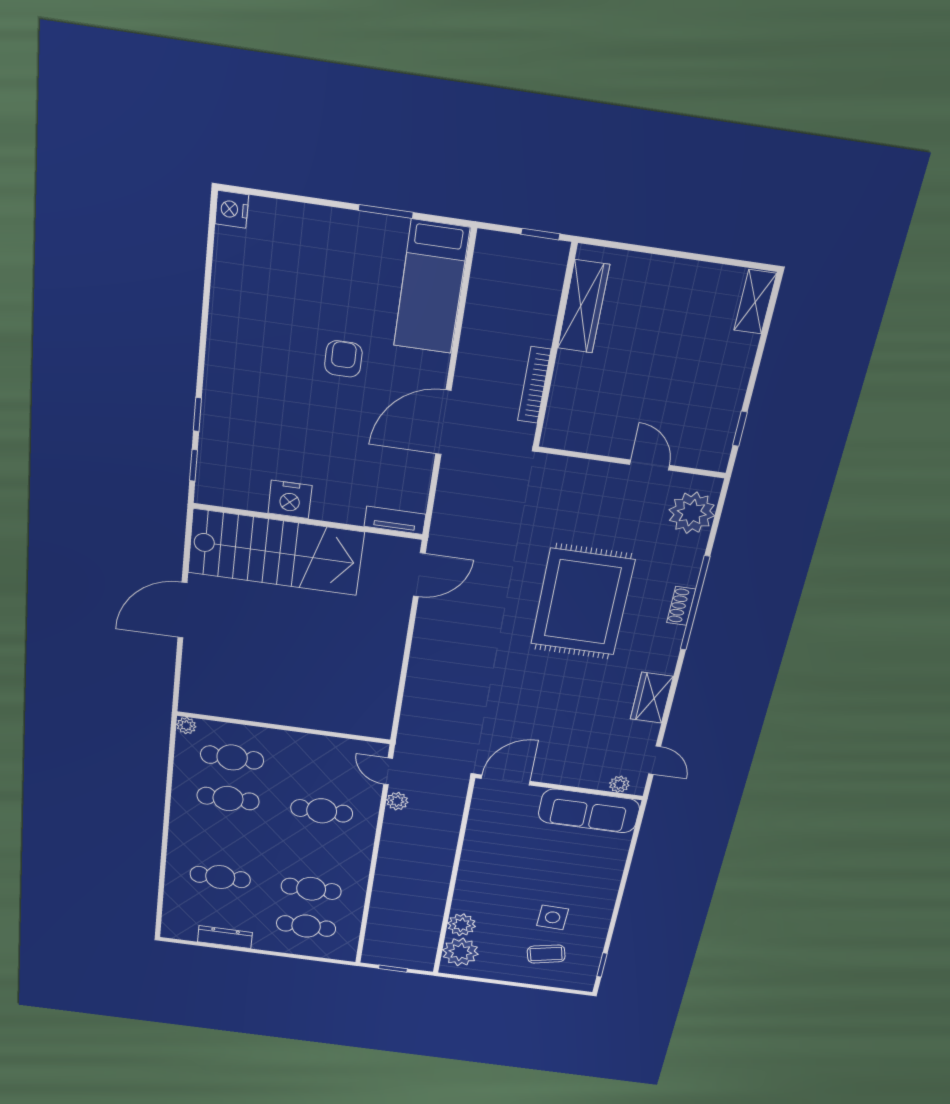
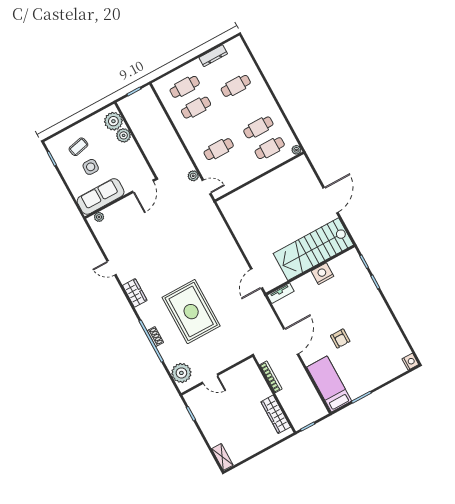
door: (506, 780) -> (143, 186), moved
plant: (619, 784) -> (99, 217), moved
wall: (559, 787) -> (120, 198), moved
sofa: (589, 811) -> (101, 196), moved

